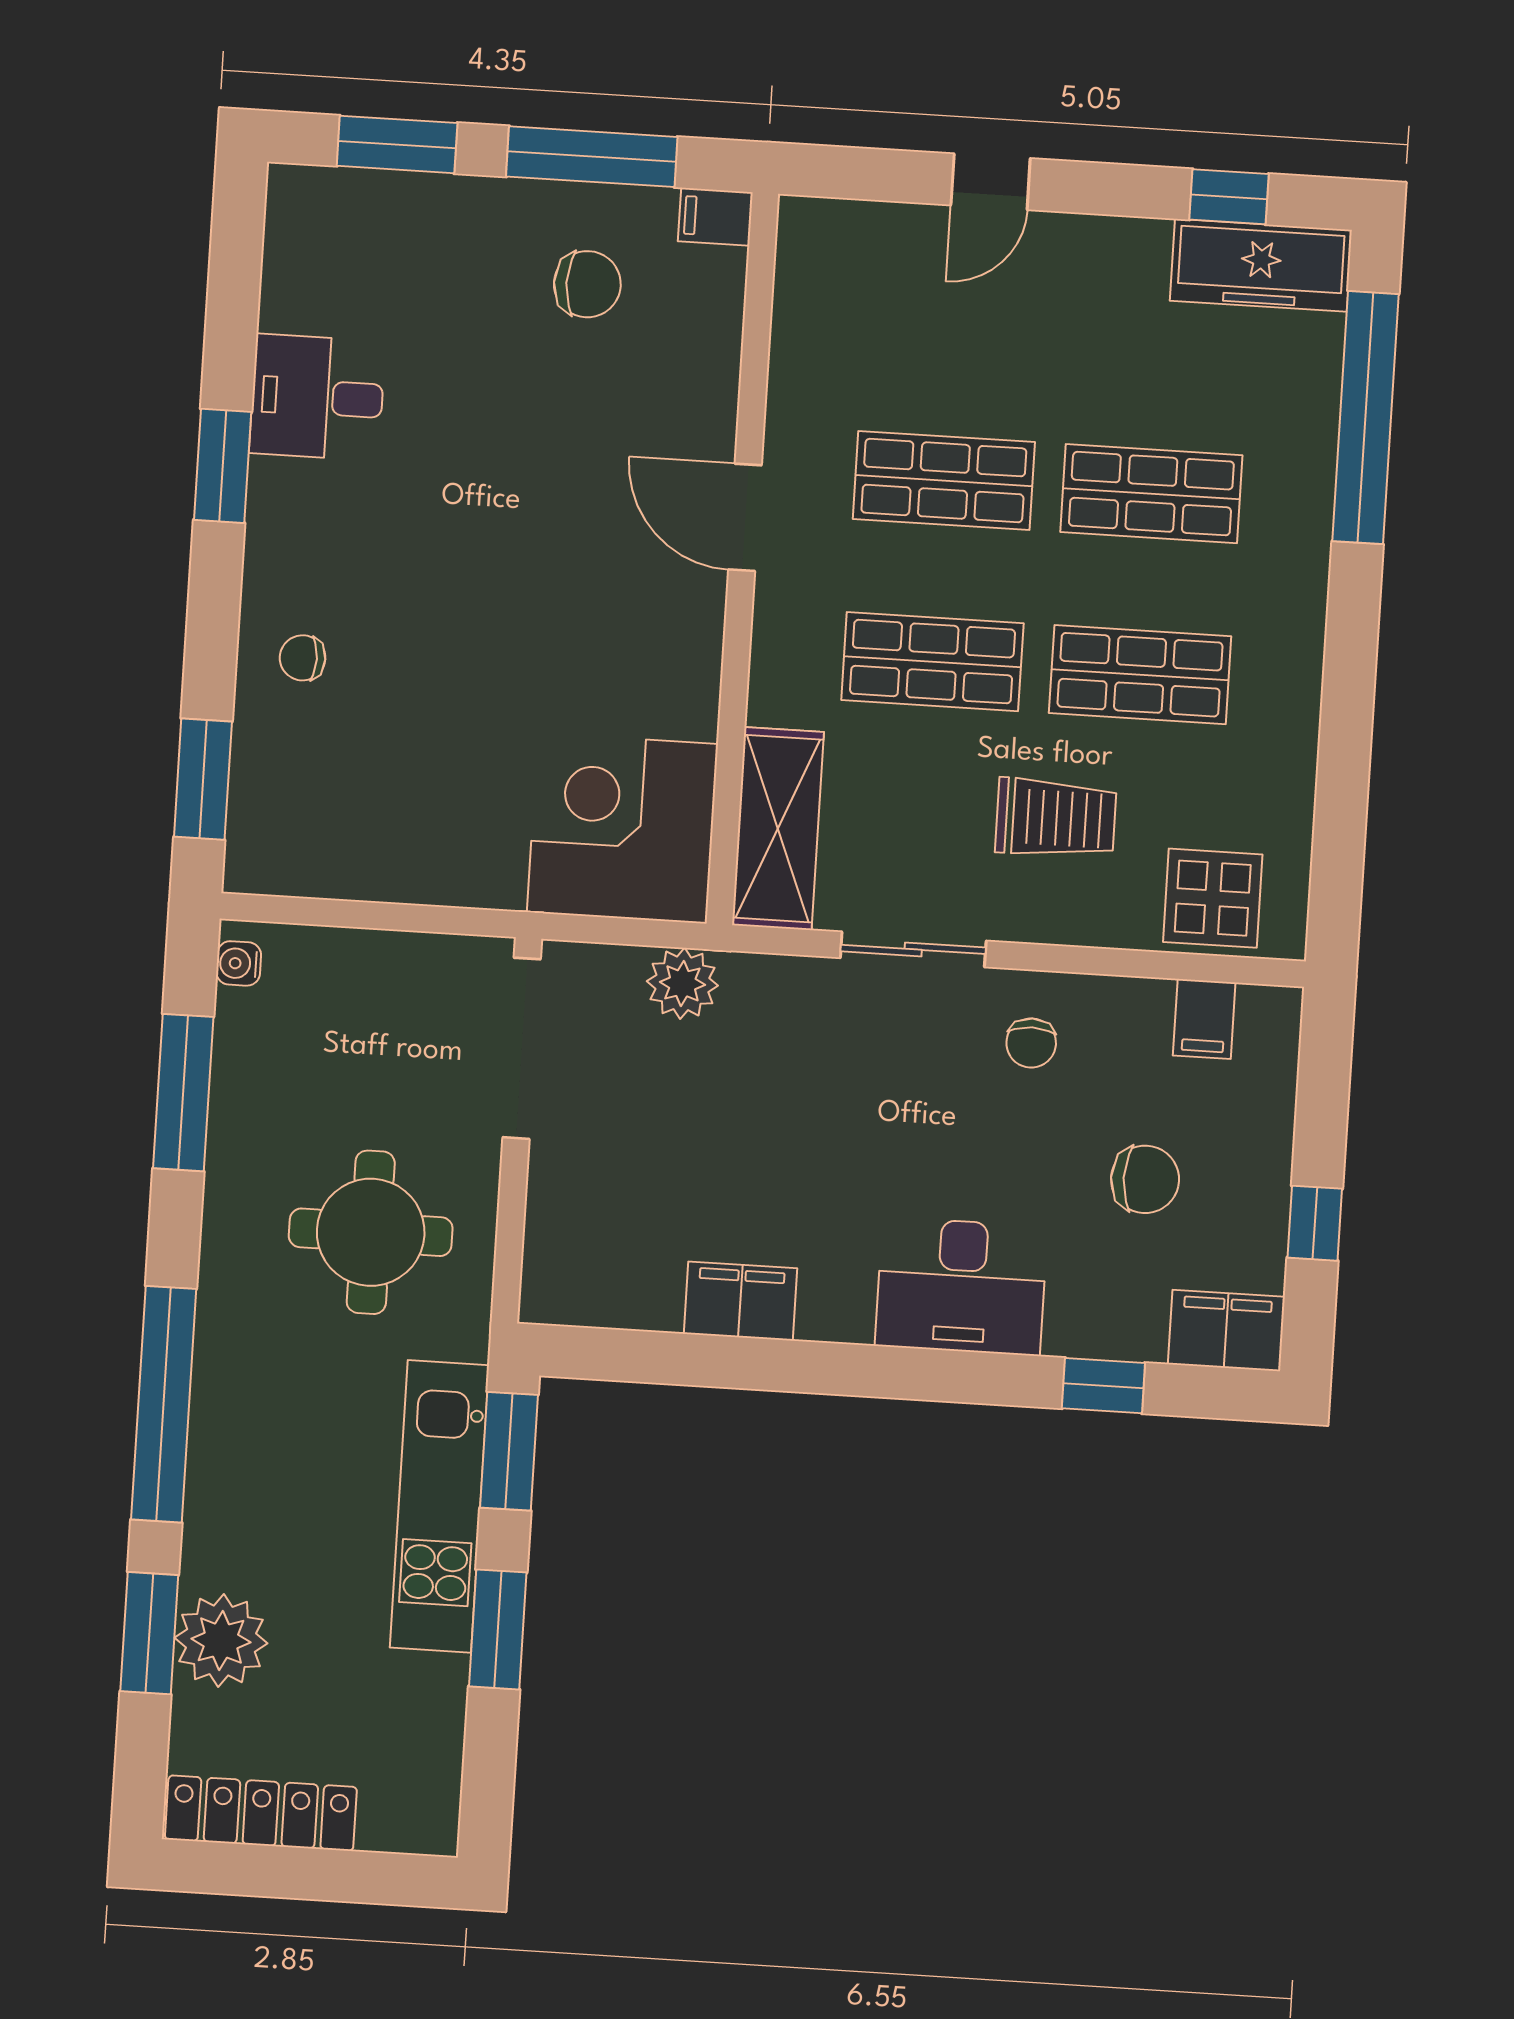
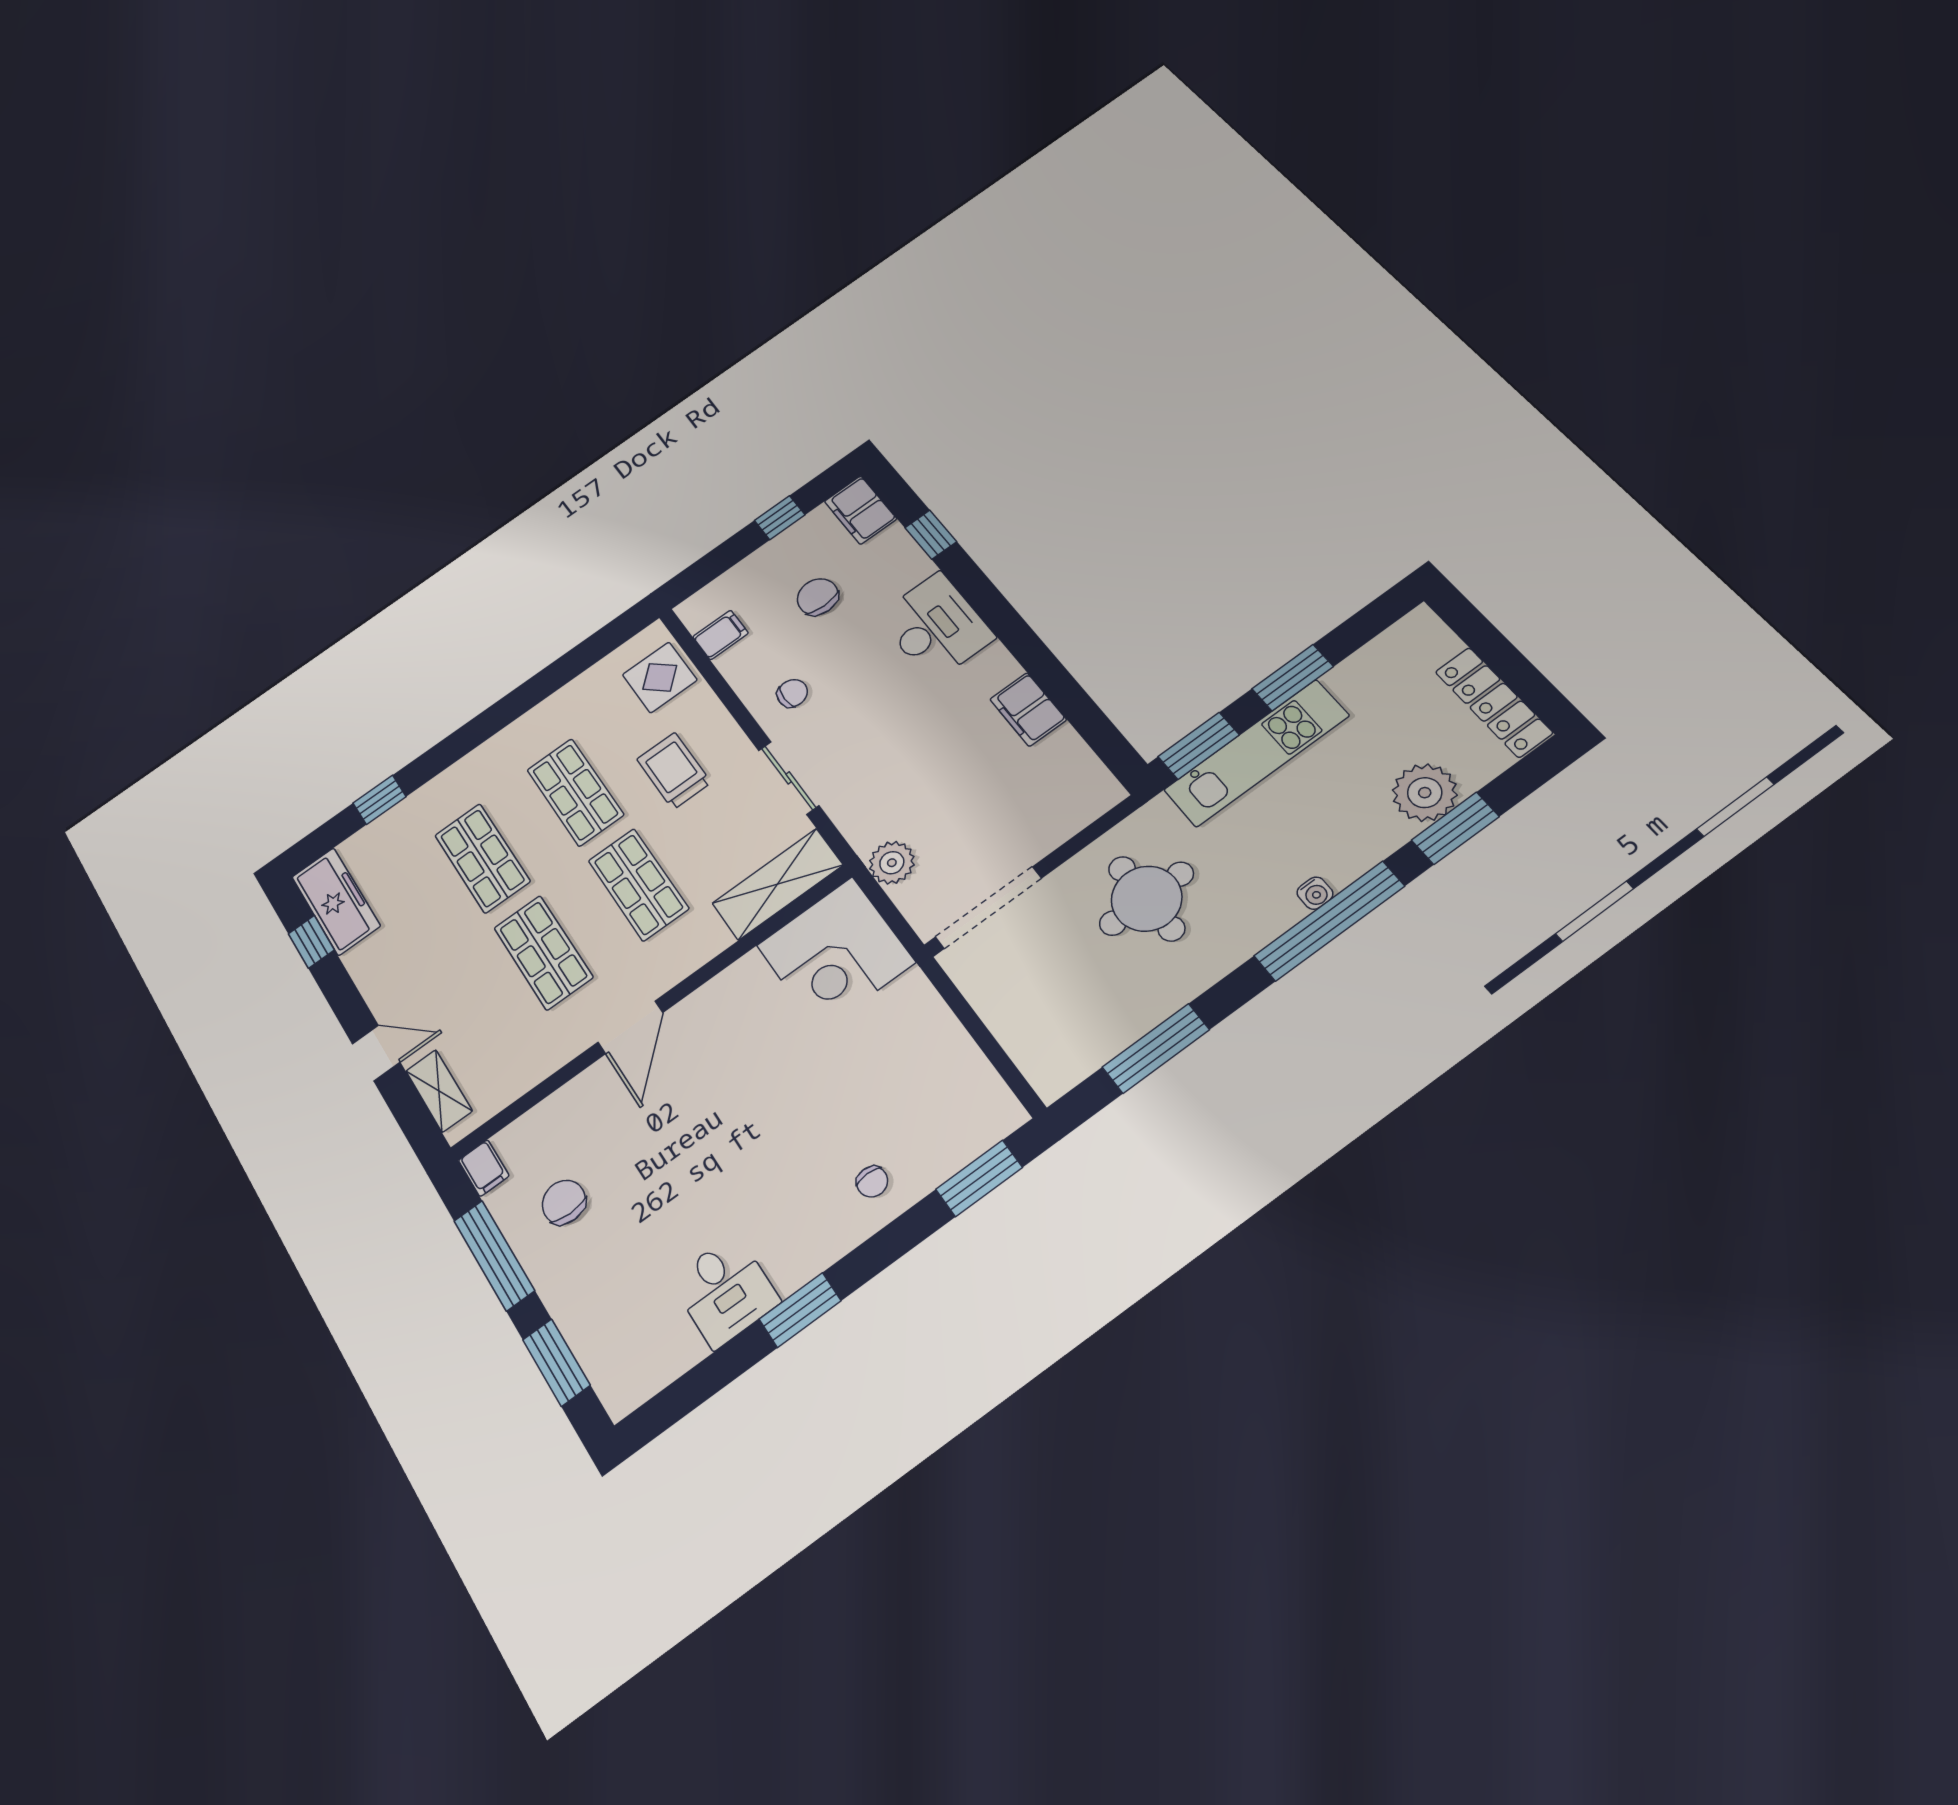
shelving: (868, 228) -> (439, 1091), added
window: (1365, 418) -> (379, 800), width x0.32
water cooler: (239, 963) -> (1315, 893), moved

